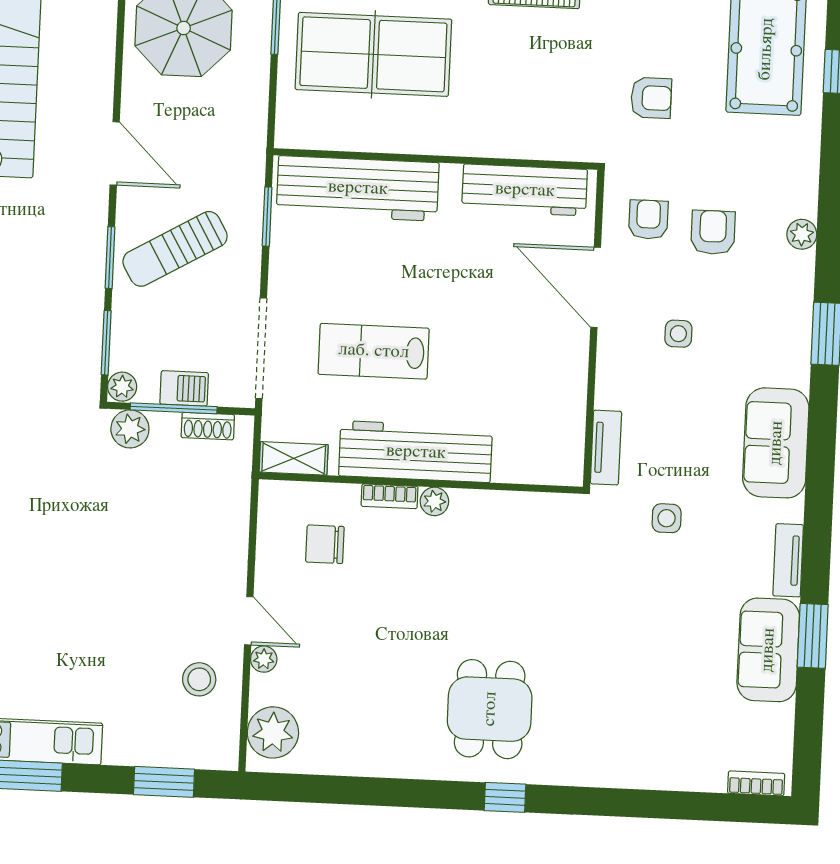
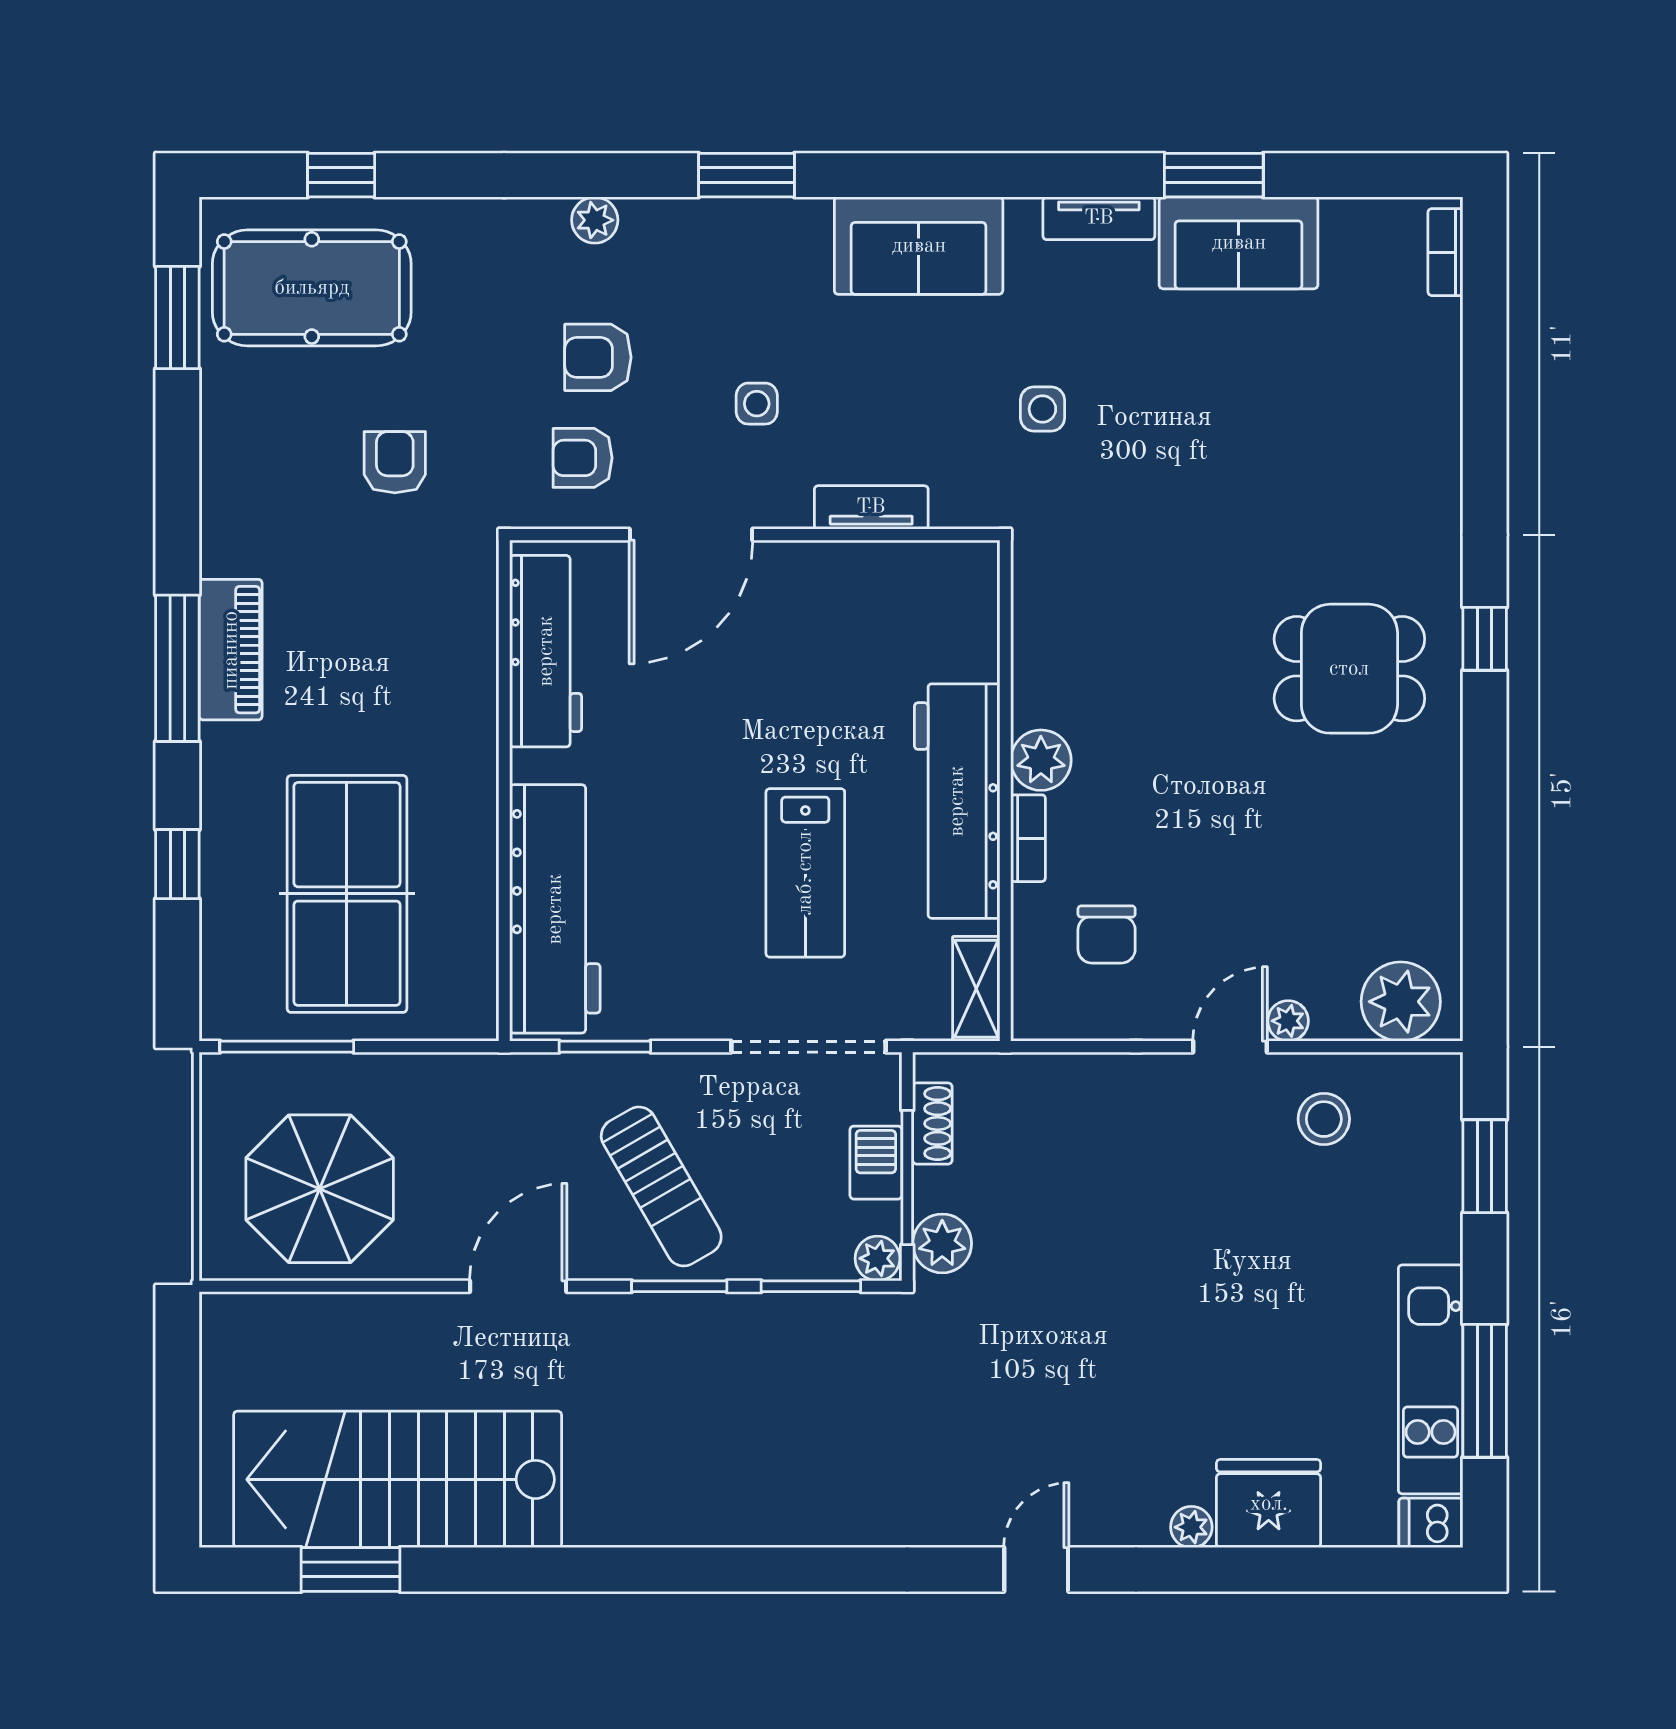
tv unit: (606, 448) -> (871, 507), moved
plant: (434, 501) -> (1041, 760), width x1.38, depth x1.38

